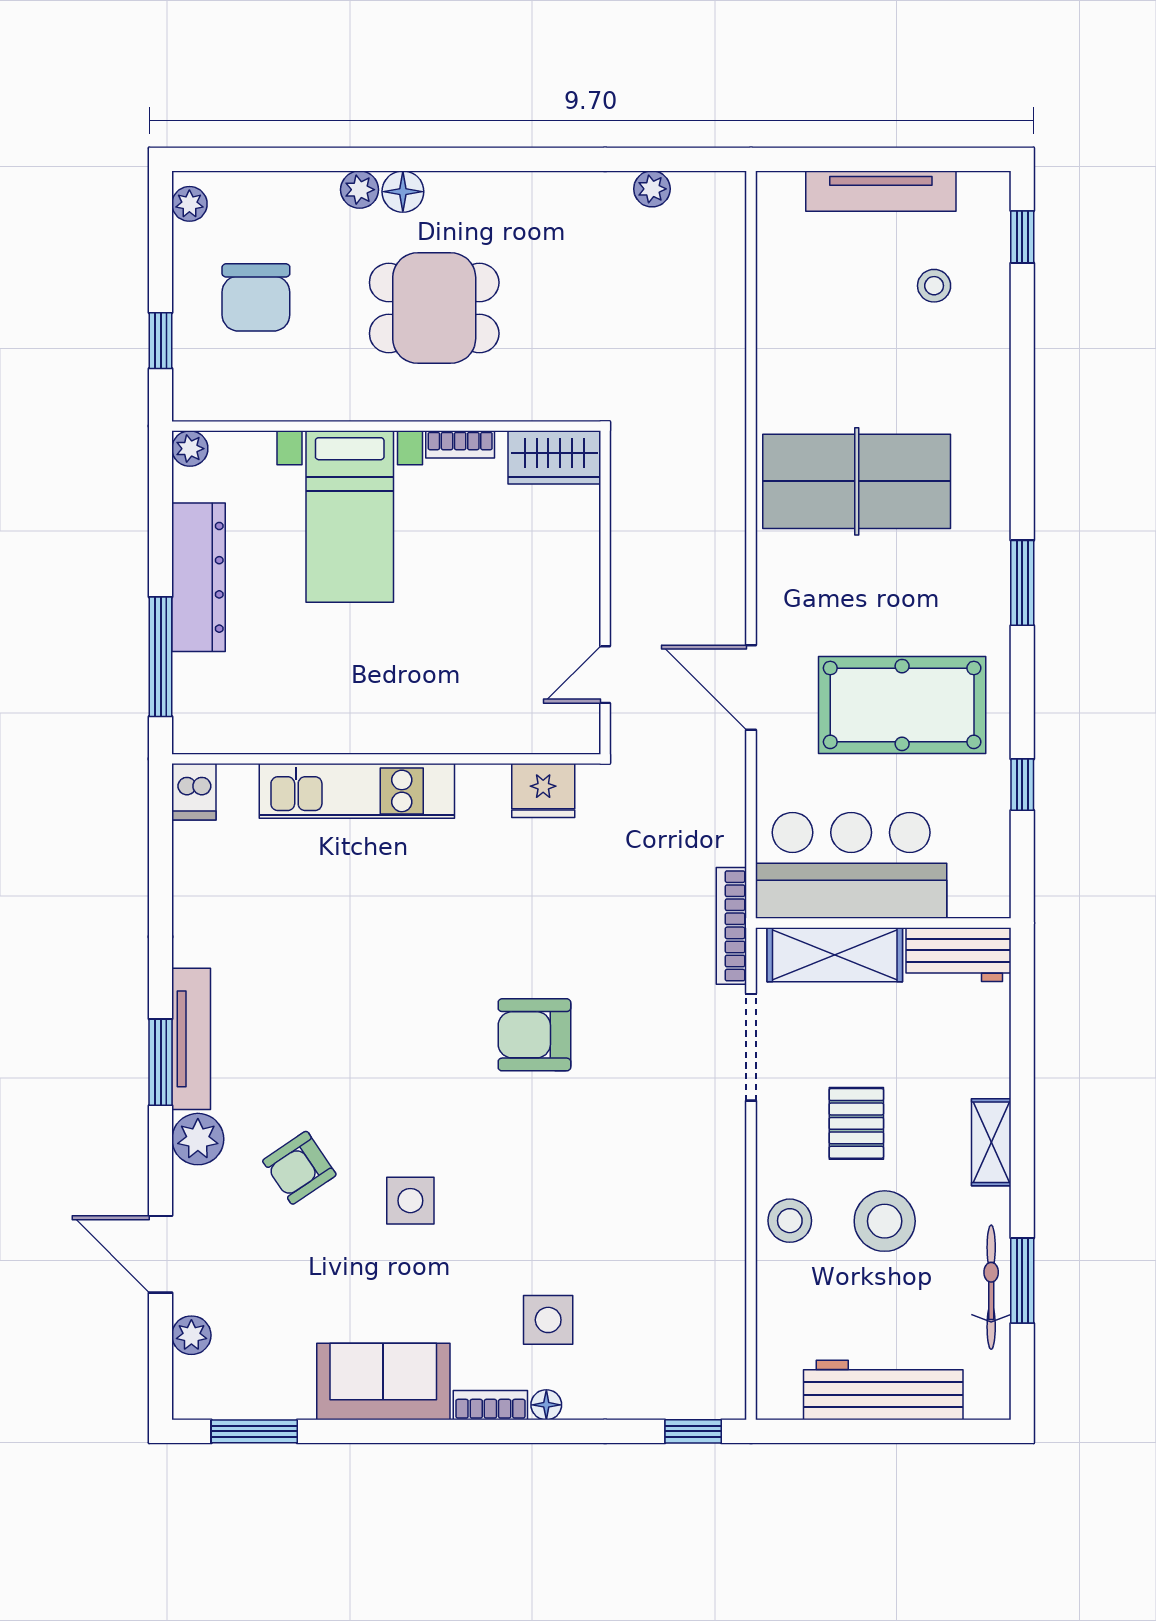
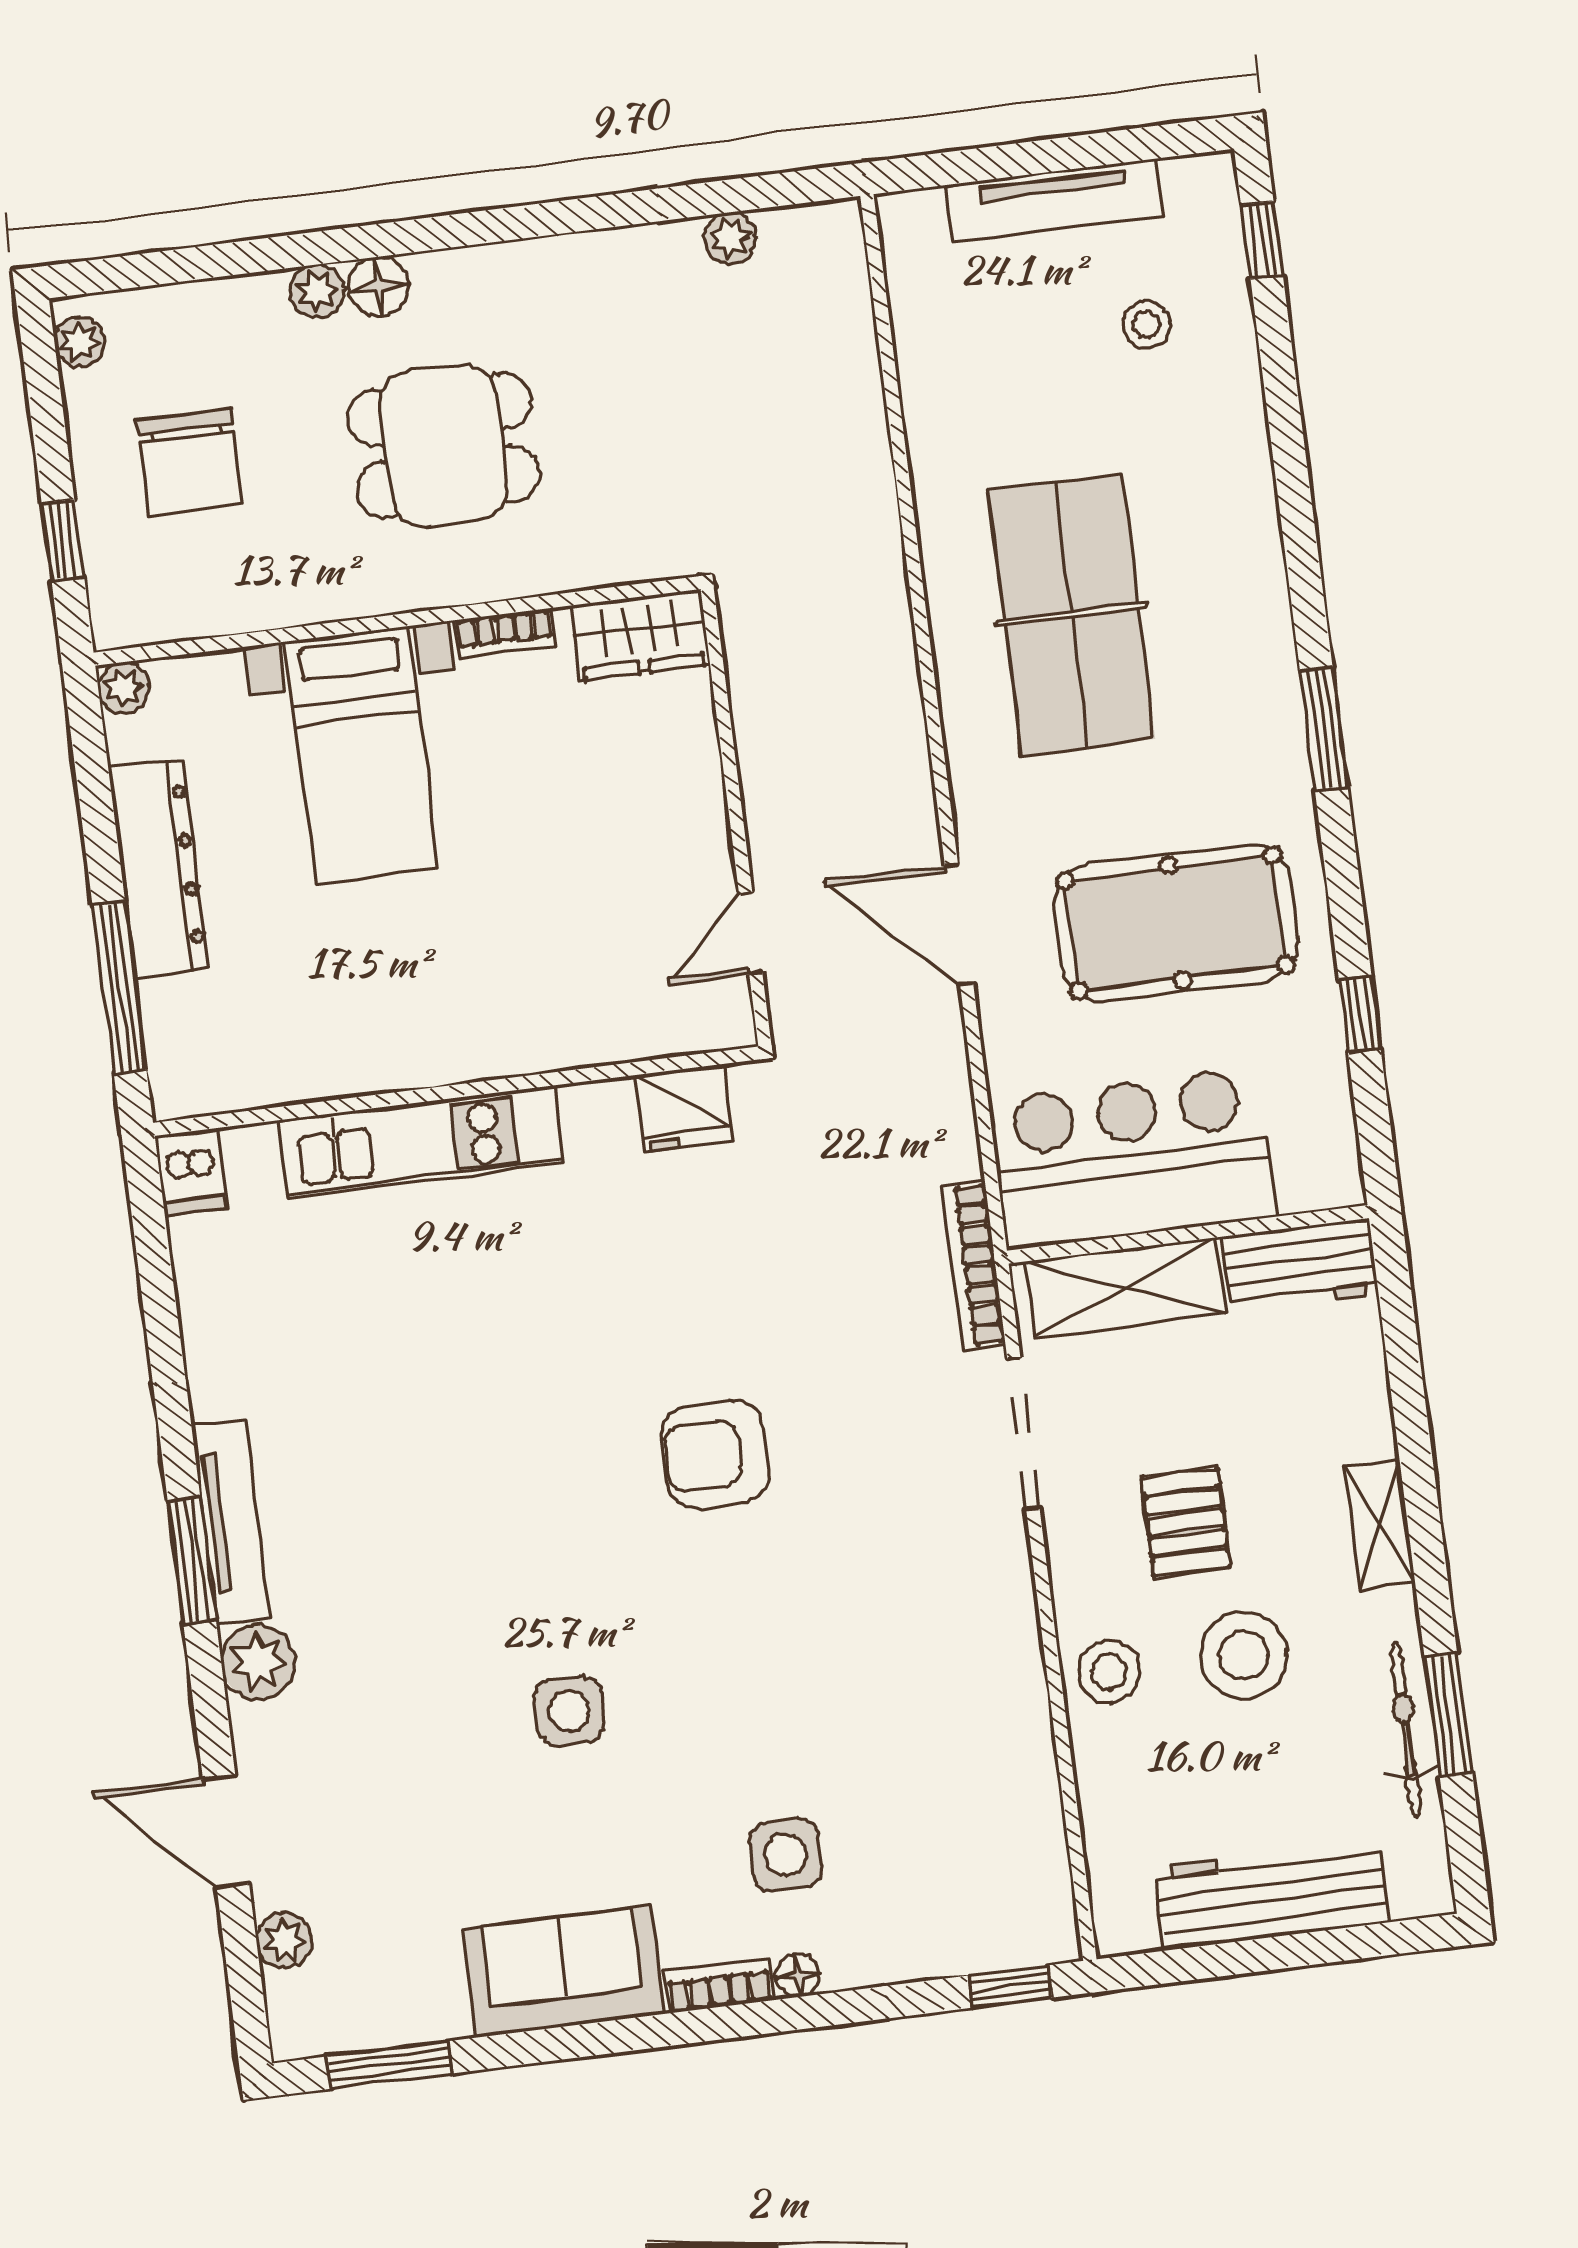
table tennis table: (857, 481) -> (1072, 615), turned 90
armchair: (299, 1168) -> (407, 1684), removed

